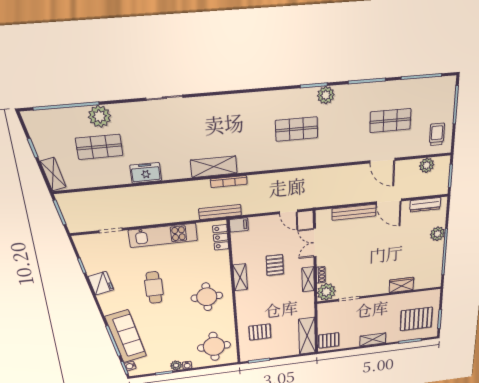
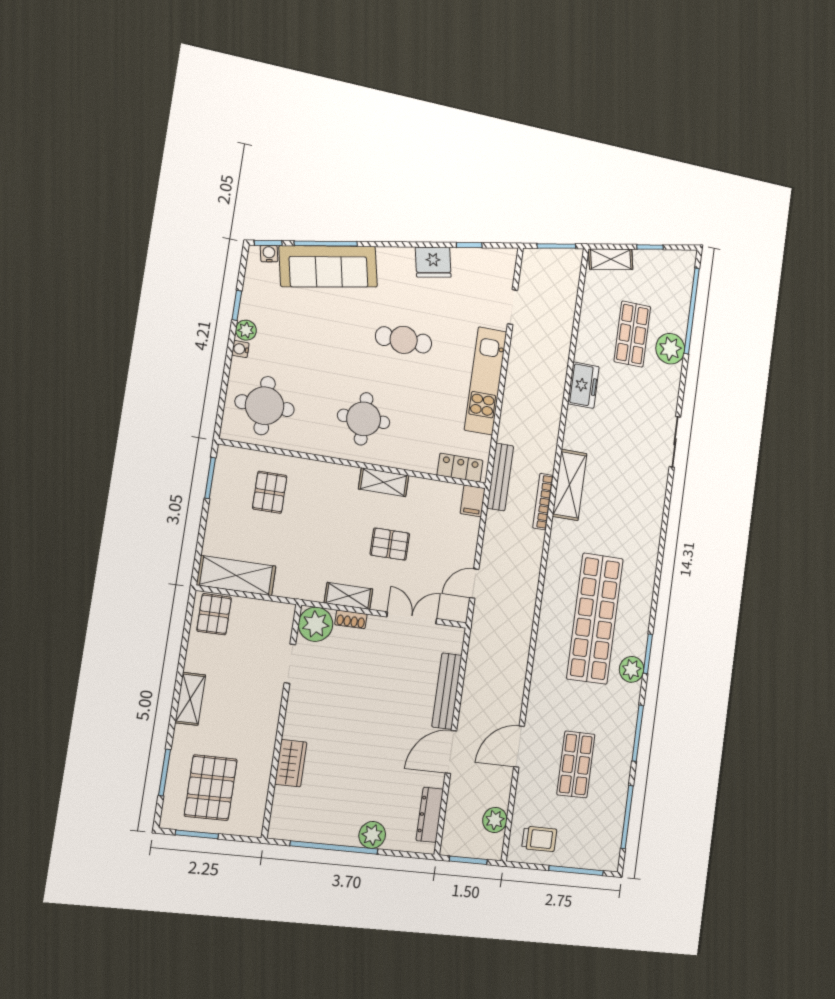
shop shelf: (297, 129) -> (595, 619), width x2.00, depth x1.36

